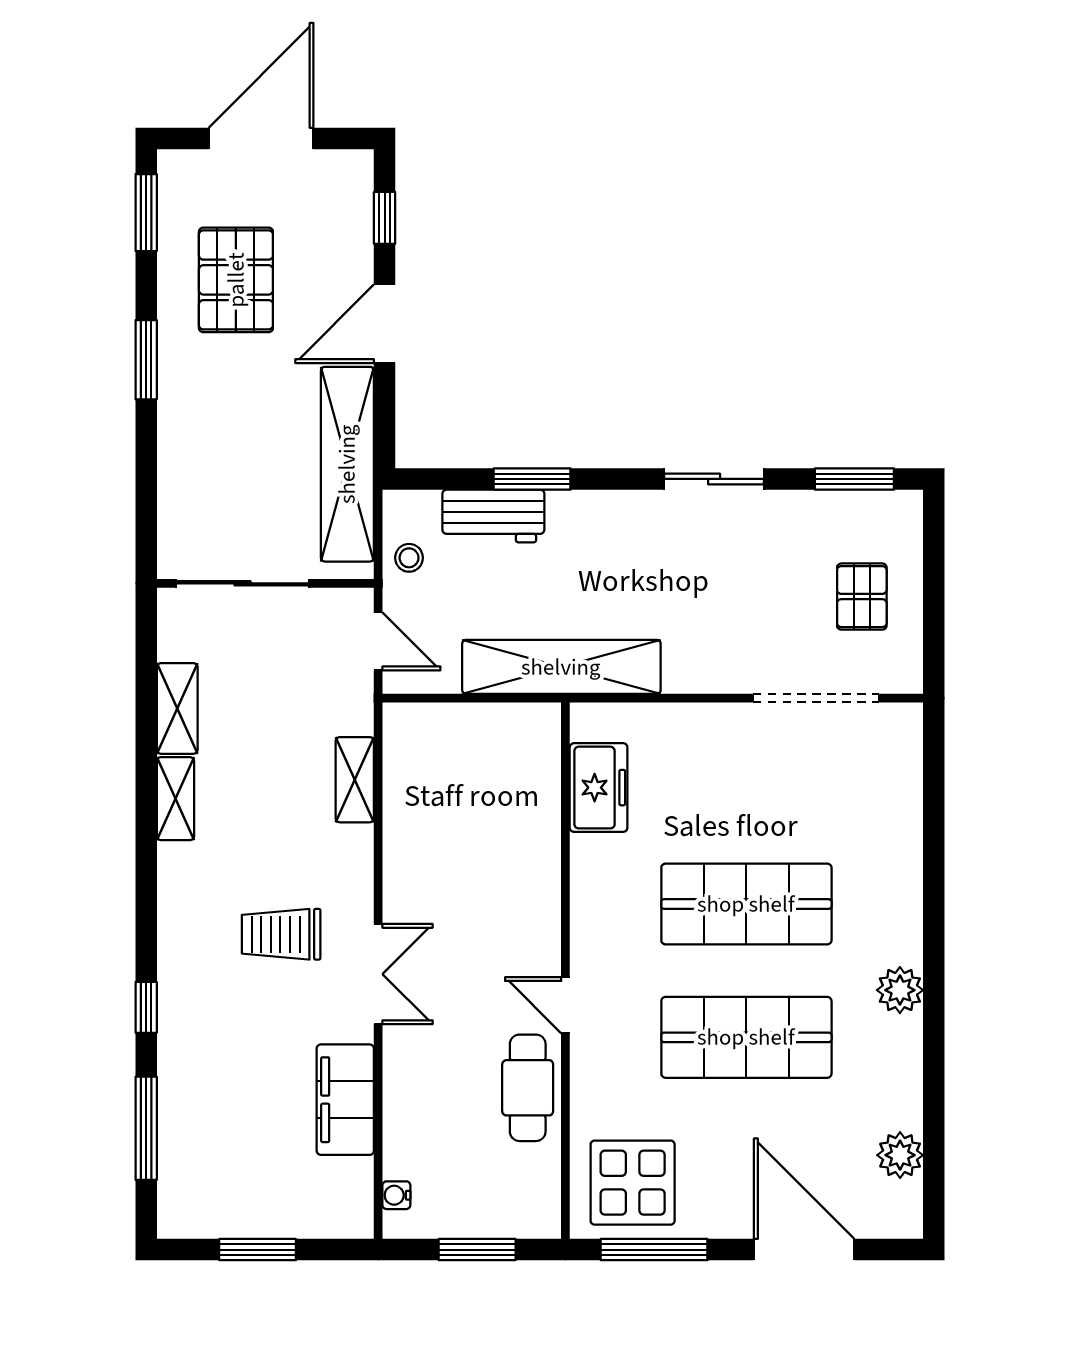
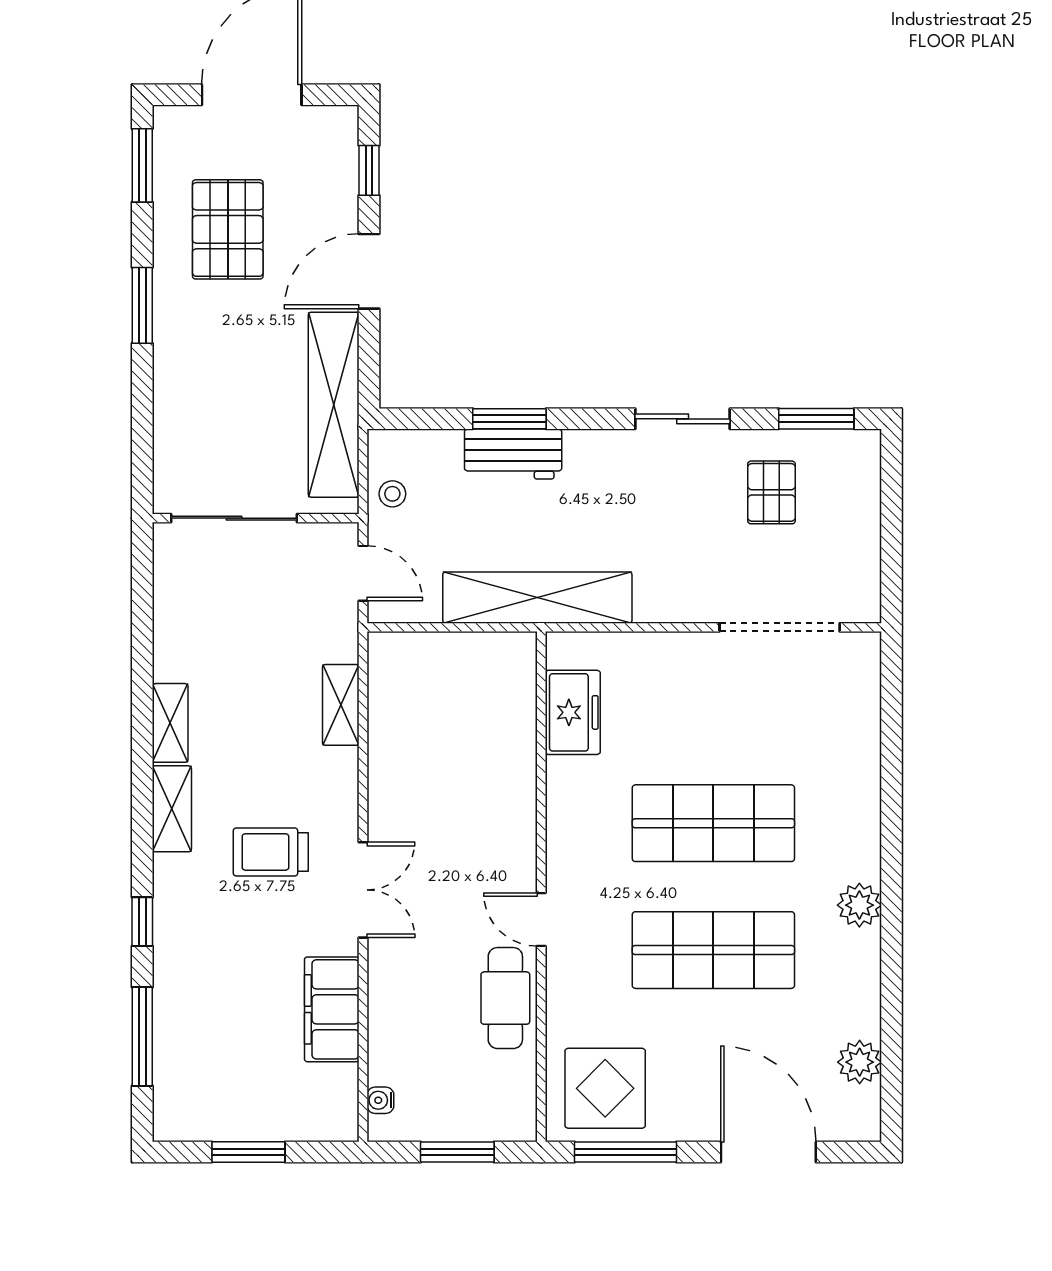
workbench: (493, 516) -> (513, 454), moved
pallet: (862, 597) -> (771, 492), moved
shelving: (177, 708) -> (172, 809), moved

